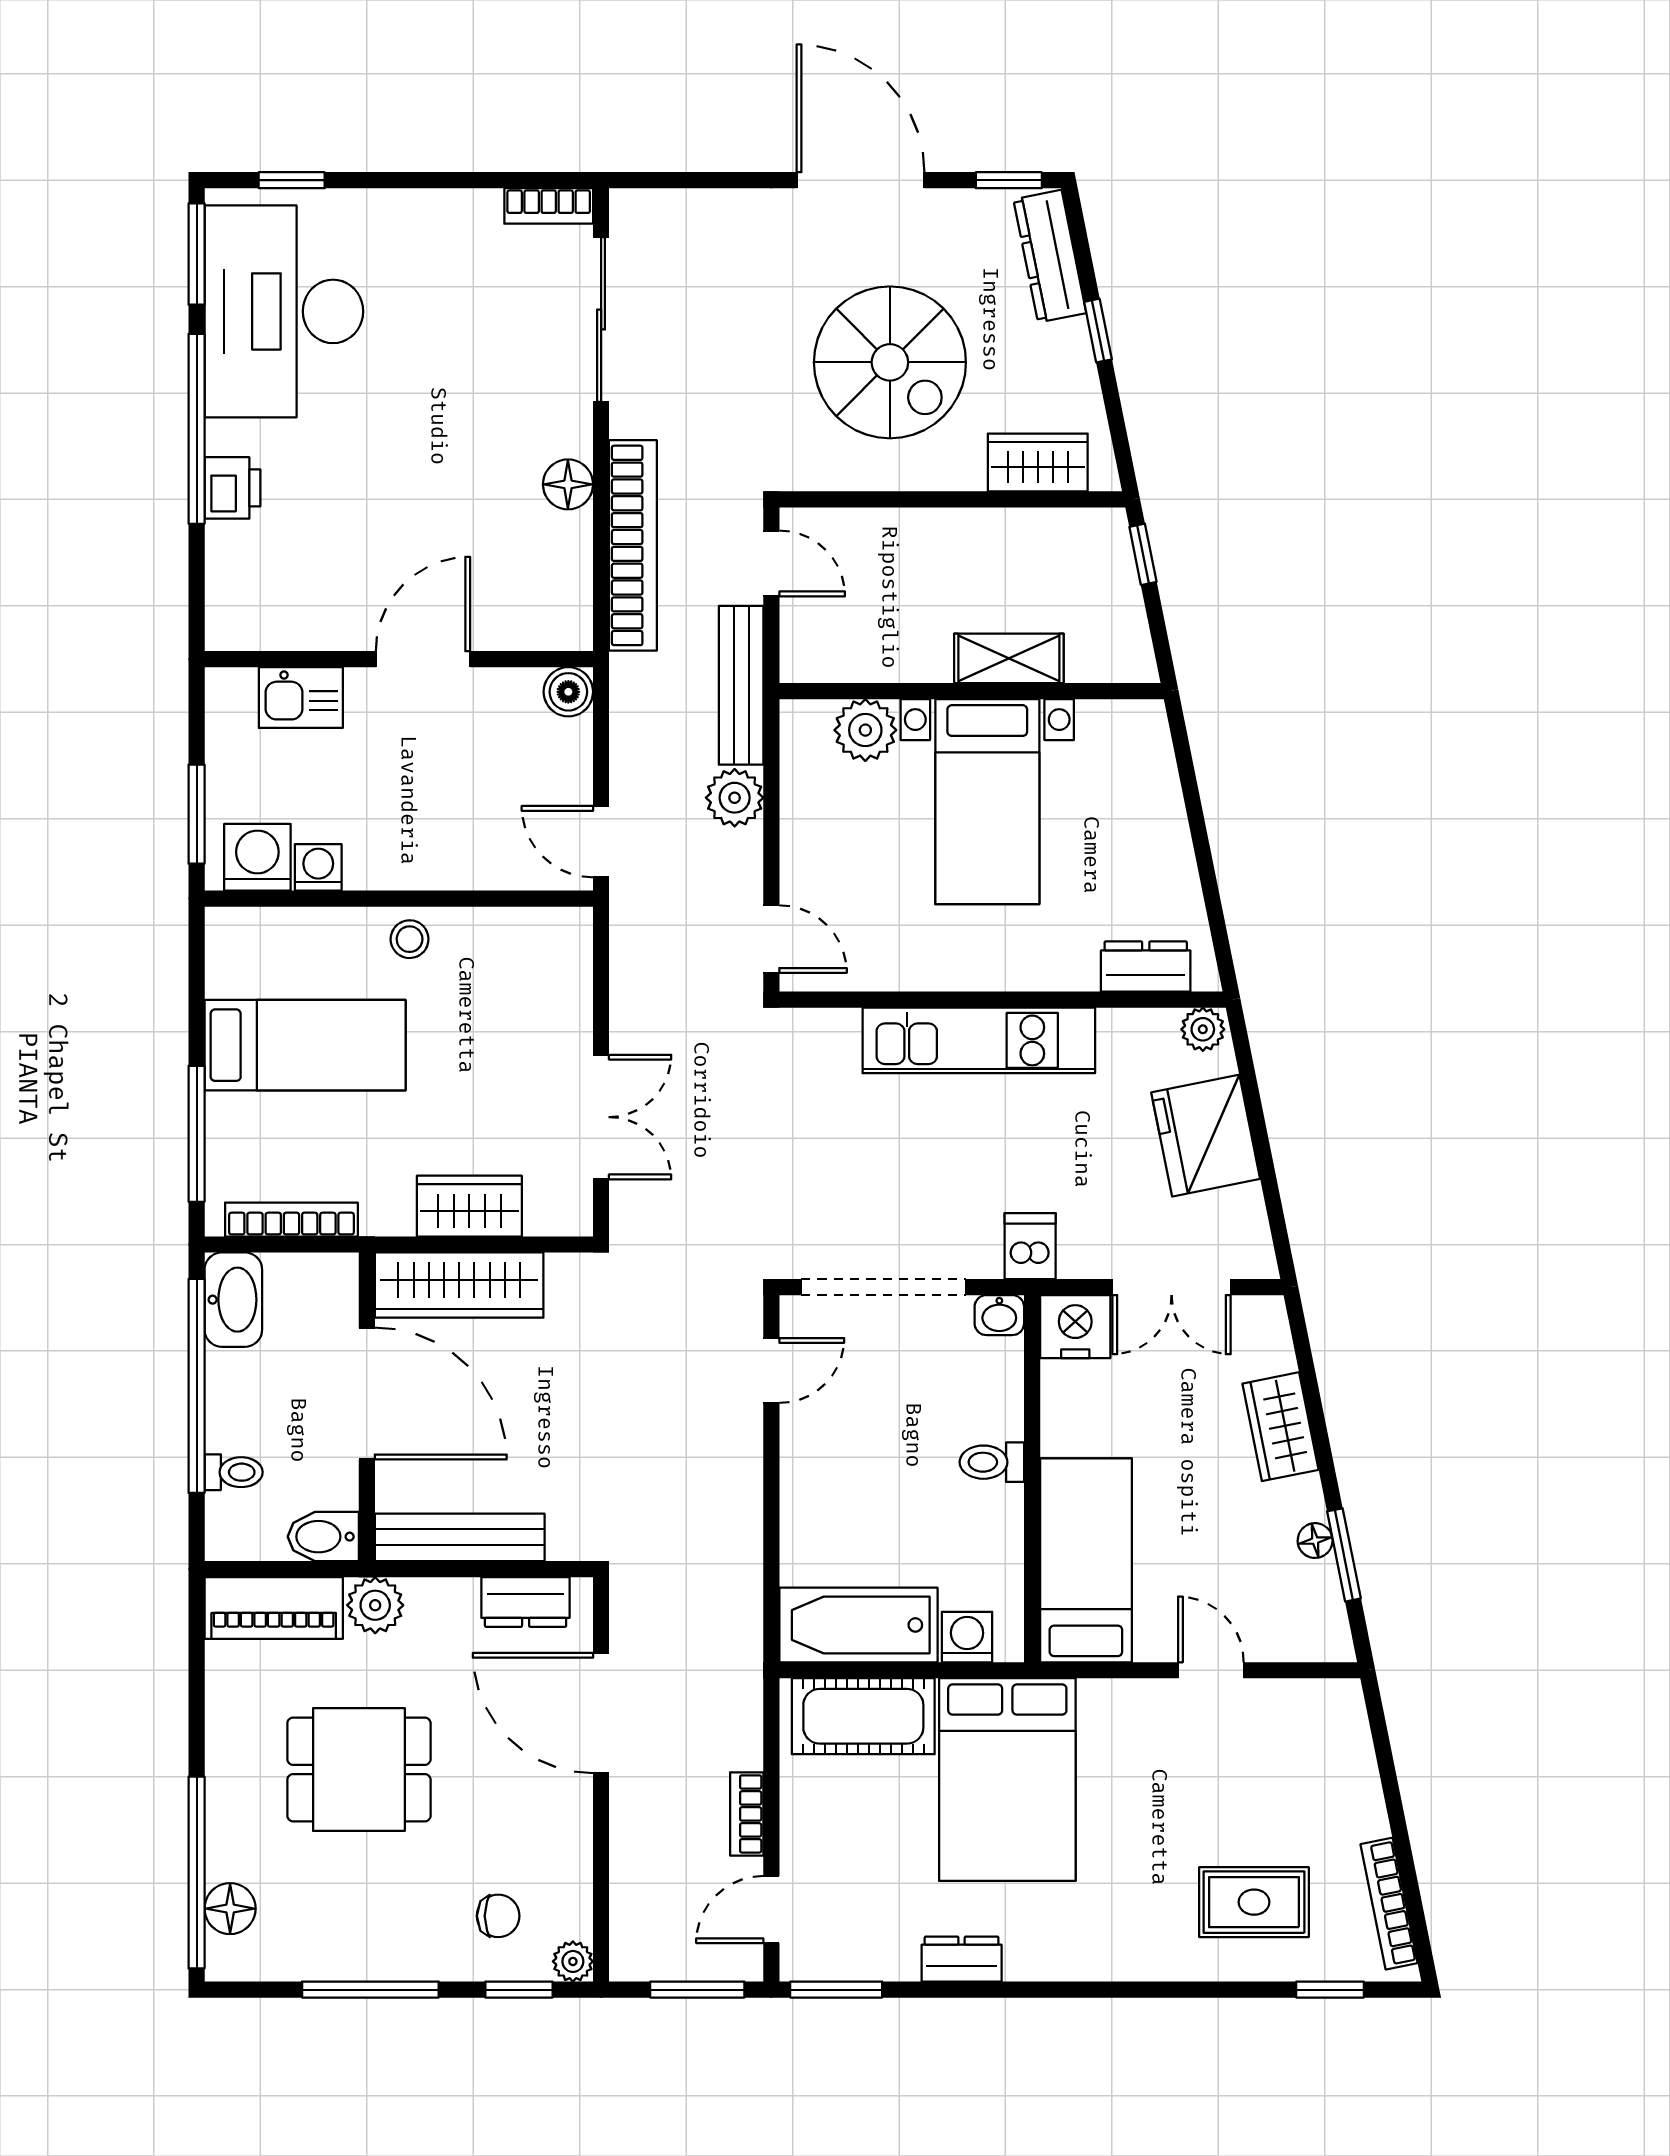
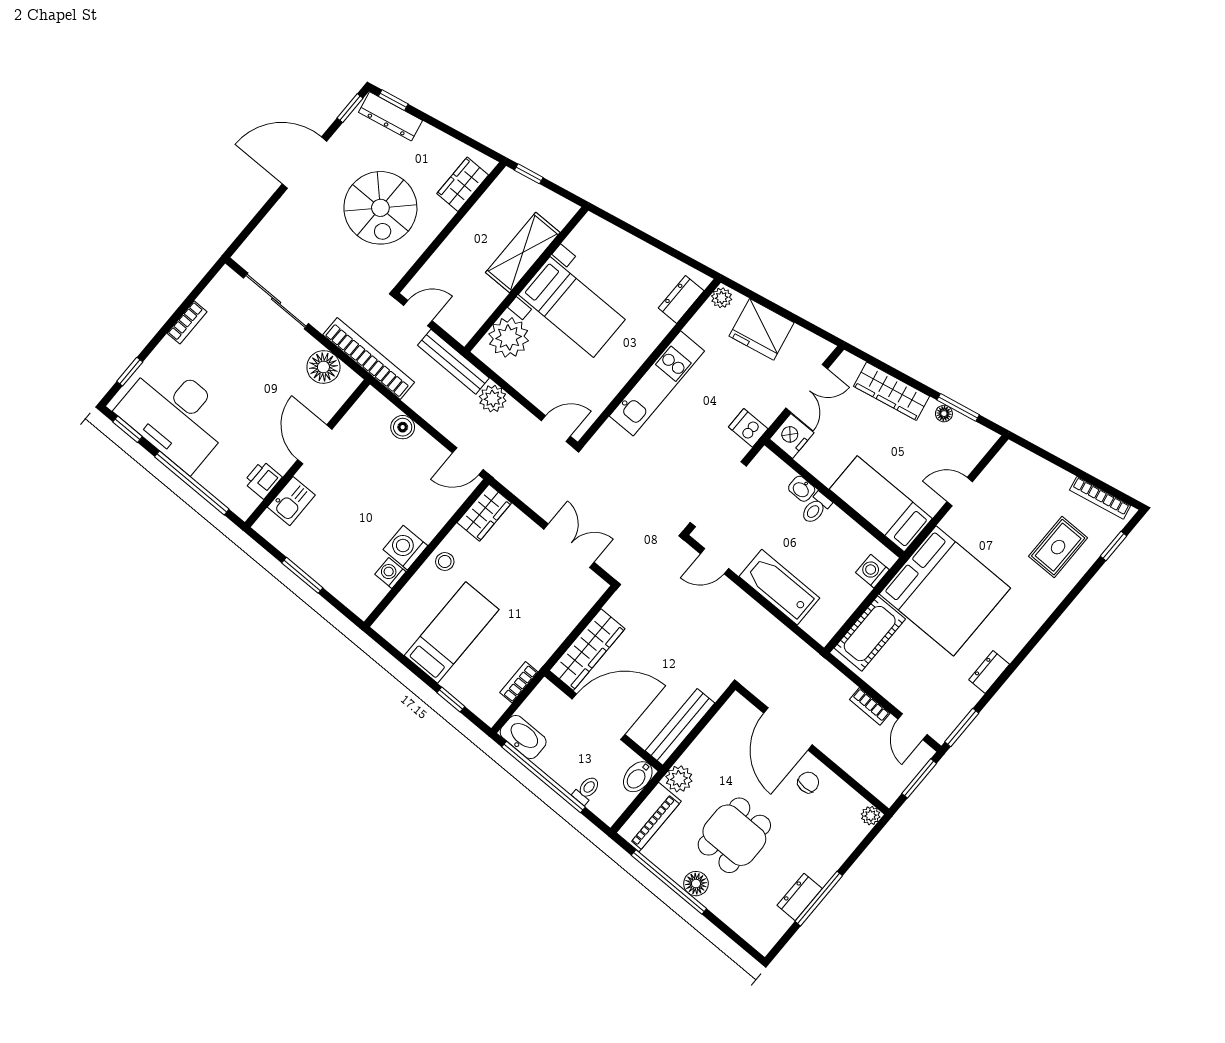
bookcase: (549, 206) -> (187, 322), moved
window: (197, 254) -> (128, 429), width x0.67
window: (1098, 331) -> (393, 100), moved
spiral stairs: (890, 362) -> (380, 208), turned 90
floor lamp: (568, 484) -> (323, 367), width x1.38, depth x1.38
printer: (233, 488) -> (263, 480), moved, turned -90
shelving: (1009, 658) -> (523, 253), width x1.50, depth x1.33
wall: (399, 659) -> (307, 453), moved
door: (423, 659) -> (315, 444), moved
kitchen sink: (301, 698) -> (291, 501), moved
plant: (865, 730) -> (509, 337), width x1.36, depth x1.36
window: (197, 814) -> (302, 575), moved
washing machine: (257, 857) -> (405, 548), moved
window: (197, 1134) -> (451, 700), width x0.46
wardrobe: (469, 1206) -> (484, 513), moved, turned 180
bookcase: (291, 1220) -> (519, 682), width x0.64
washbasin: (999, 1315) -> (802, 489), moved, turned 90
door: (771, 1370) -> (714, 561), swing flipped
wardrobe: (1281, 1427) -> (891, 391), width x1.50
dresser: (526, 1602) -> (800, 897), moved, turned 180
bathtub: (858, 1625) -> (779, 587), moved, turned 90
door: (601, 1713) -> (788, 729), hinge flipped
bed: (1007, 1779) -> (945, 591), width x1.36
window: (197, 1873) -> (669, 882), moved
floor lamp: (230, 1909) -> (696, 884), moved
chair: (498, 1916) -> (808, 782), moved
window: (519, 1990) -> (864, 844), removed

